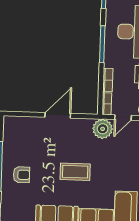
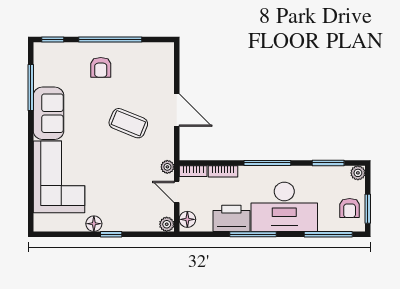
plant: (103, 129) -> (167, 167), width x0.53, depth x0.53
coffee table: (75, 172) -> (128, 123), moved, turned -68

